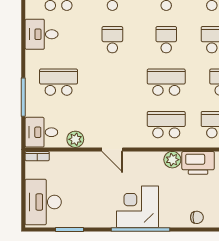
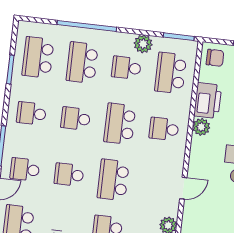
school desk: (112, 82) -> (113, 180), added
school desk: (166, 125) -> (164, 129), width x0.54

